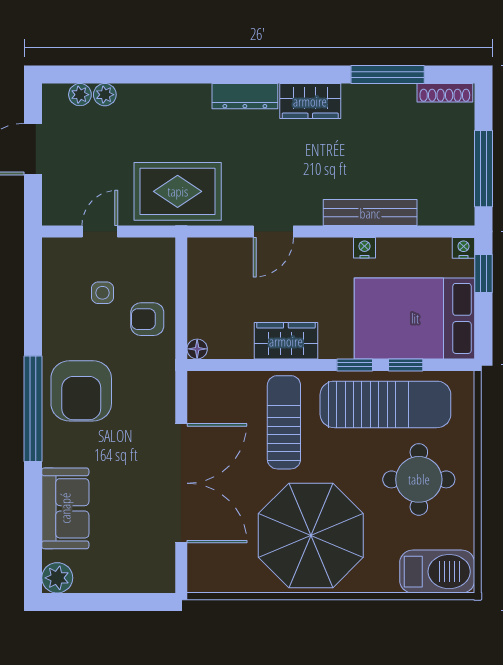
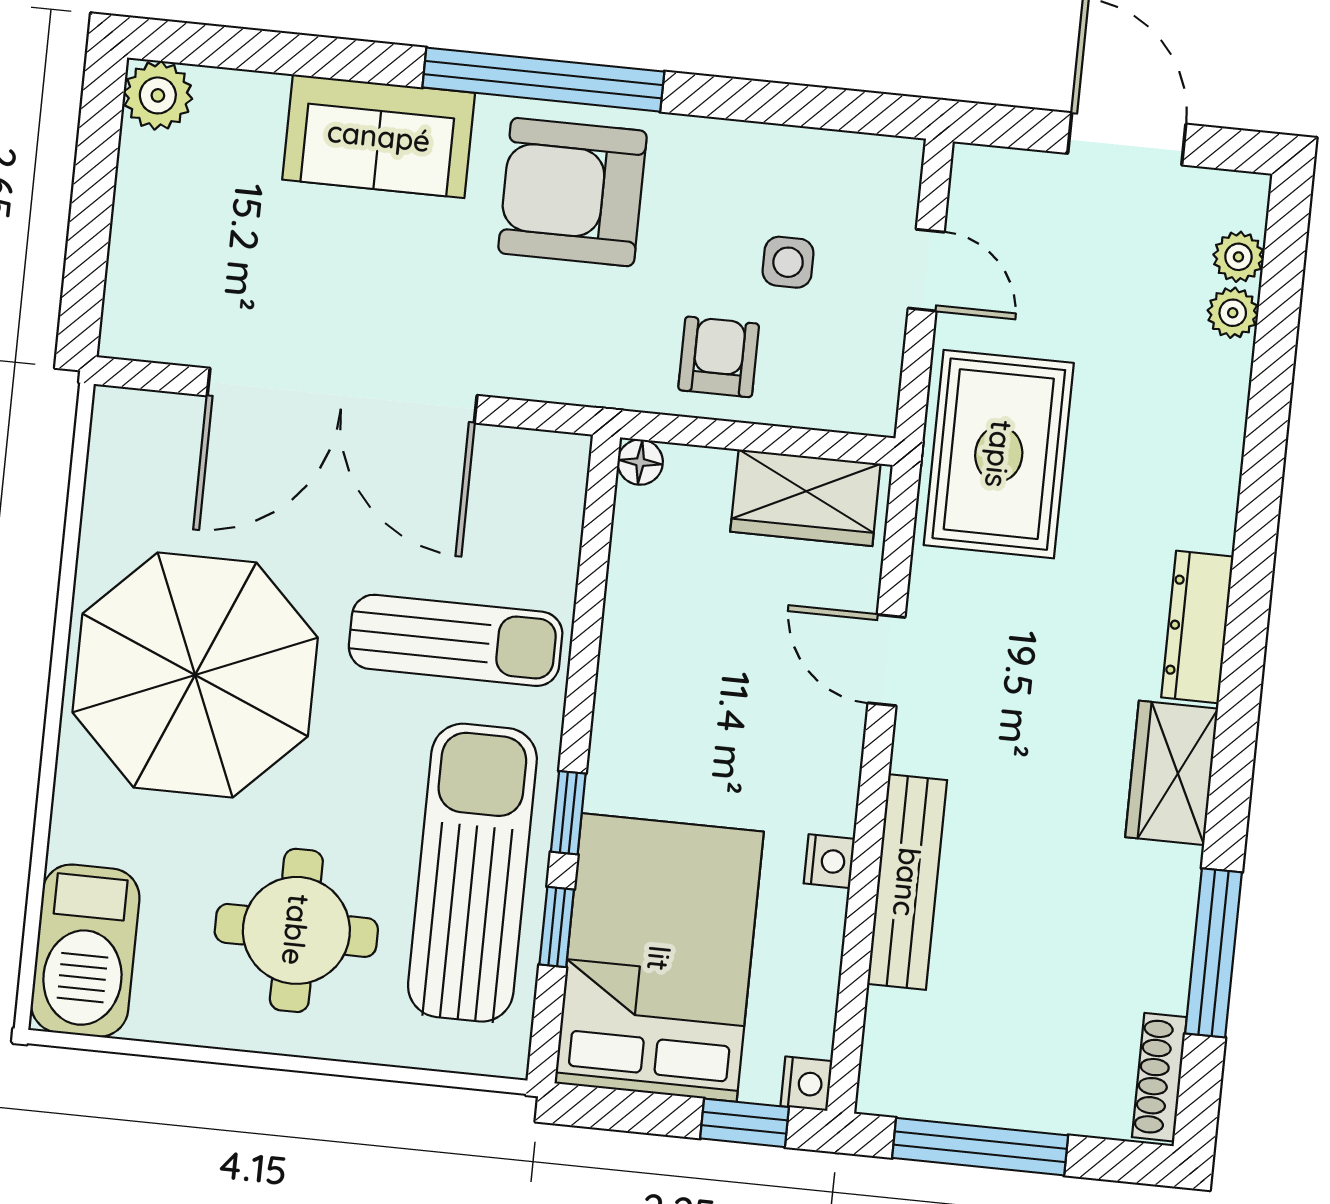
wardrobe: (286, 341) -> (805, 498), moved, turned 90
sun lounger: (385, 404) -> (472, 873), turned 180
sofa: (65, 508) -> (379, 136), moved

